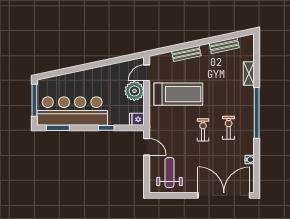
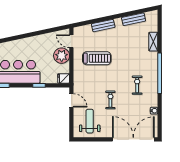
door: (147, 73) -> (71, 41), hinge flipped
treadmill: (178, 94) -> (97, 58), width x0.73, depth x0.73
exercise bike: (203, 130) -> (110, 100), moved

